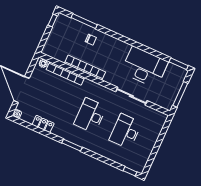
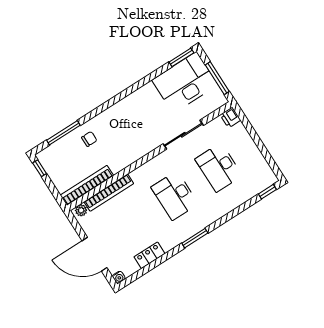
desk: (145, 67) -> (185, 82), moved
bookcase: (85, 68) -> (87, 185), moved
printer: (161, 118) -> (230, 118), added

